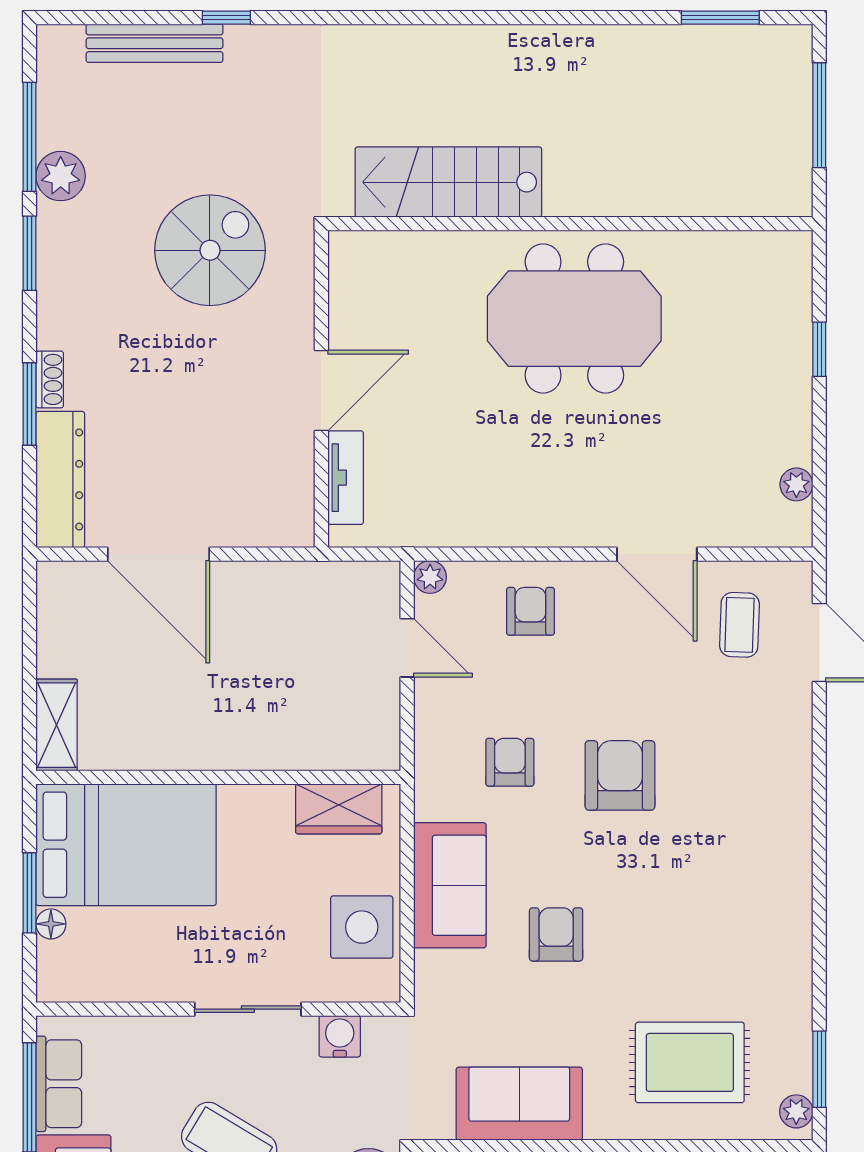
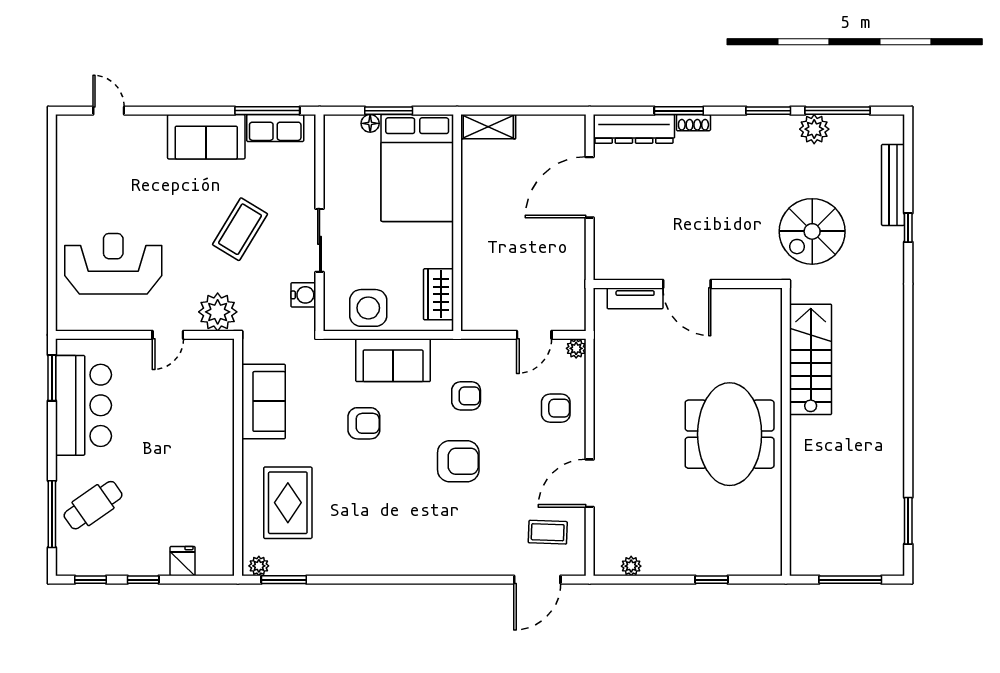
spiral stairs: (210, 250) -> (812, 231), moved, turned 90

